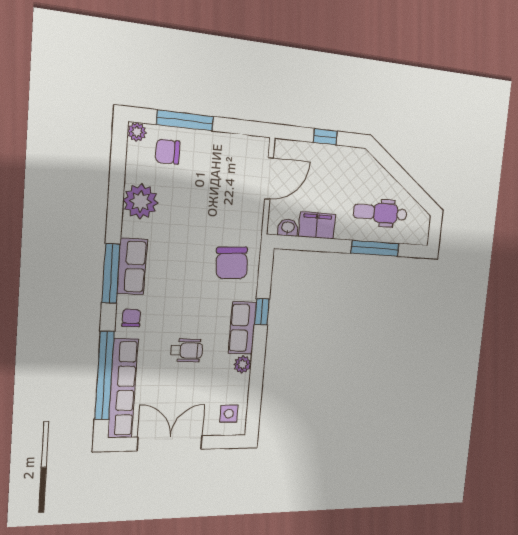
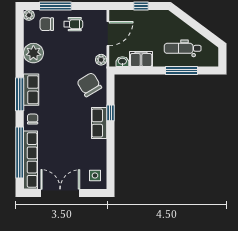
chair: (232, 263) -> (89, 85), turned 153
wheelchair: (187, 350) -> (73, 24), moved
plant: (243, 364) -> (101, 60), moved

